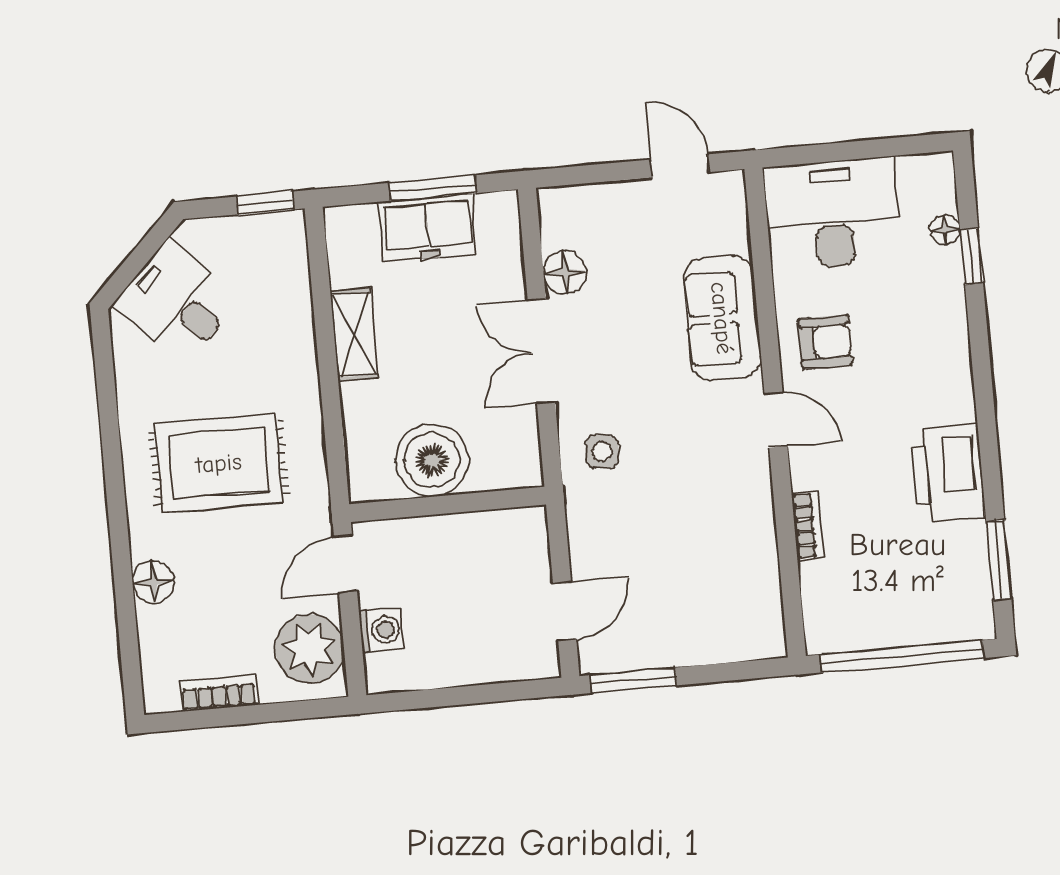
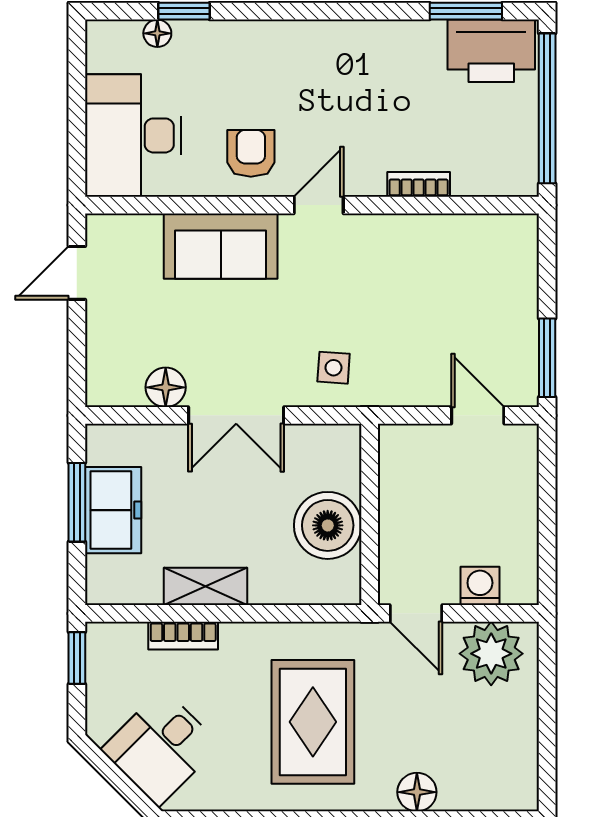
printer: (948, 473) -> (491, 51), moved
bookcase: (219, 693) -> (183, 636), moved, turned -90

